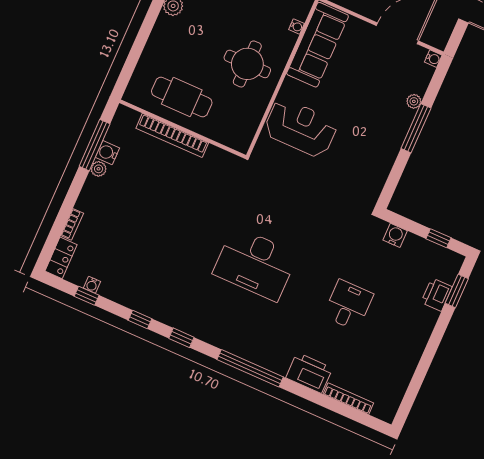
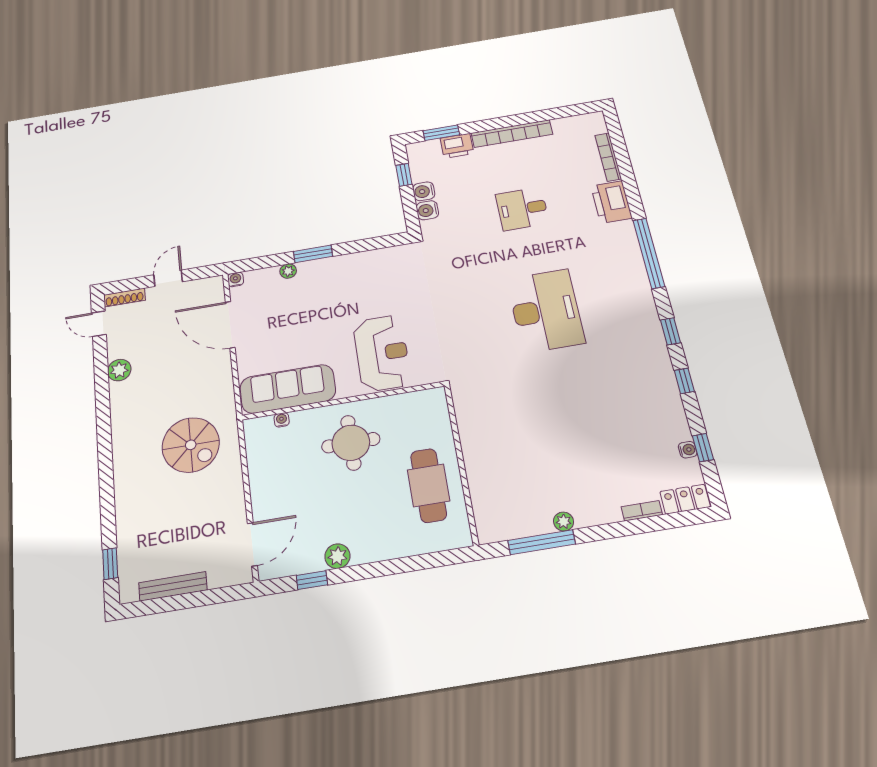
reception desk: (301, 128) -> (382, 353), turned 180
window: (416, 128) -> (313, 254), width x0.69
bookcase: (172, 135) -> (512, 134), moved, turned 90
water cooler: (107, 153) -> (424, 191), moved, turned 90

